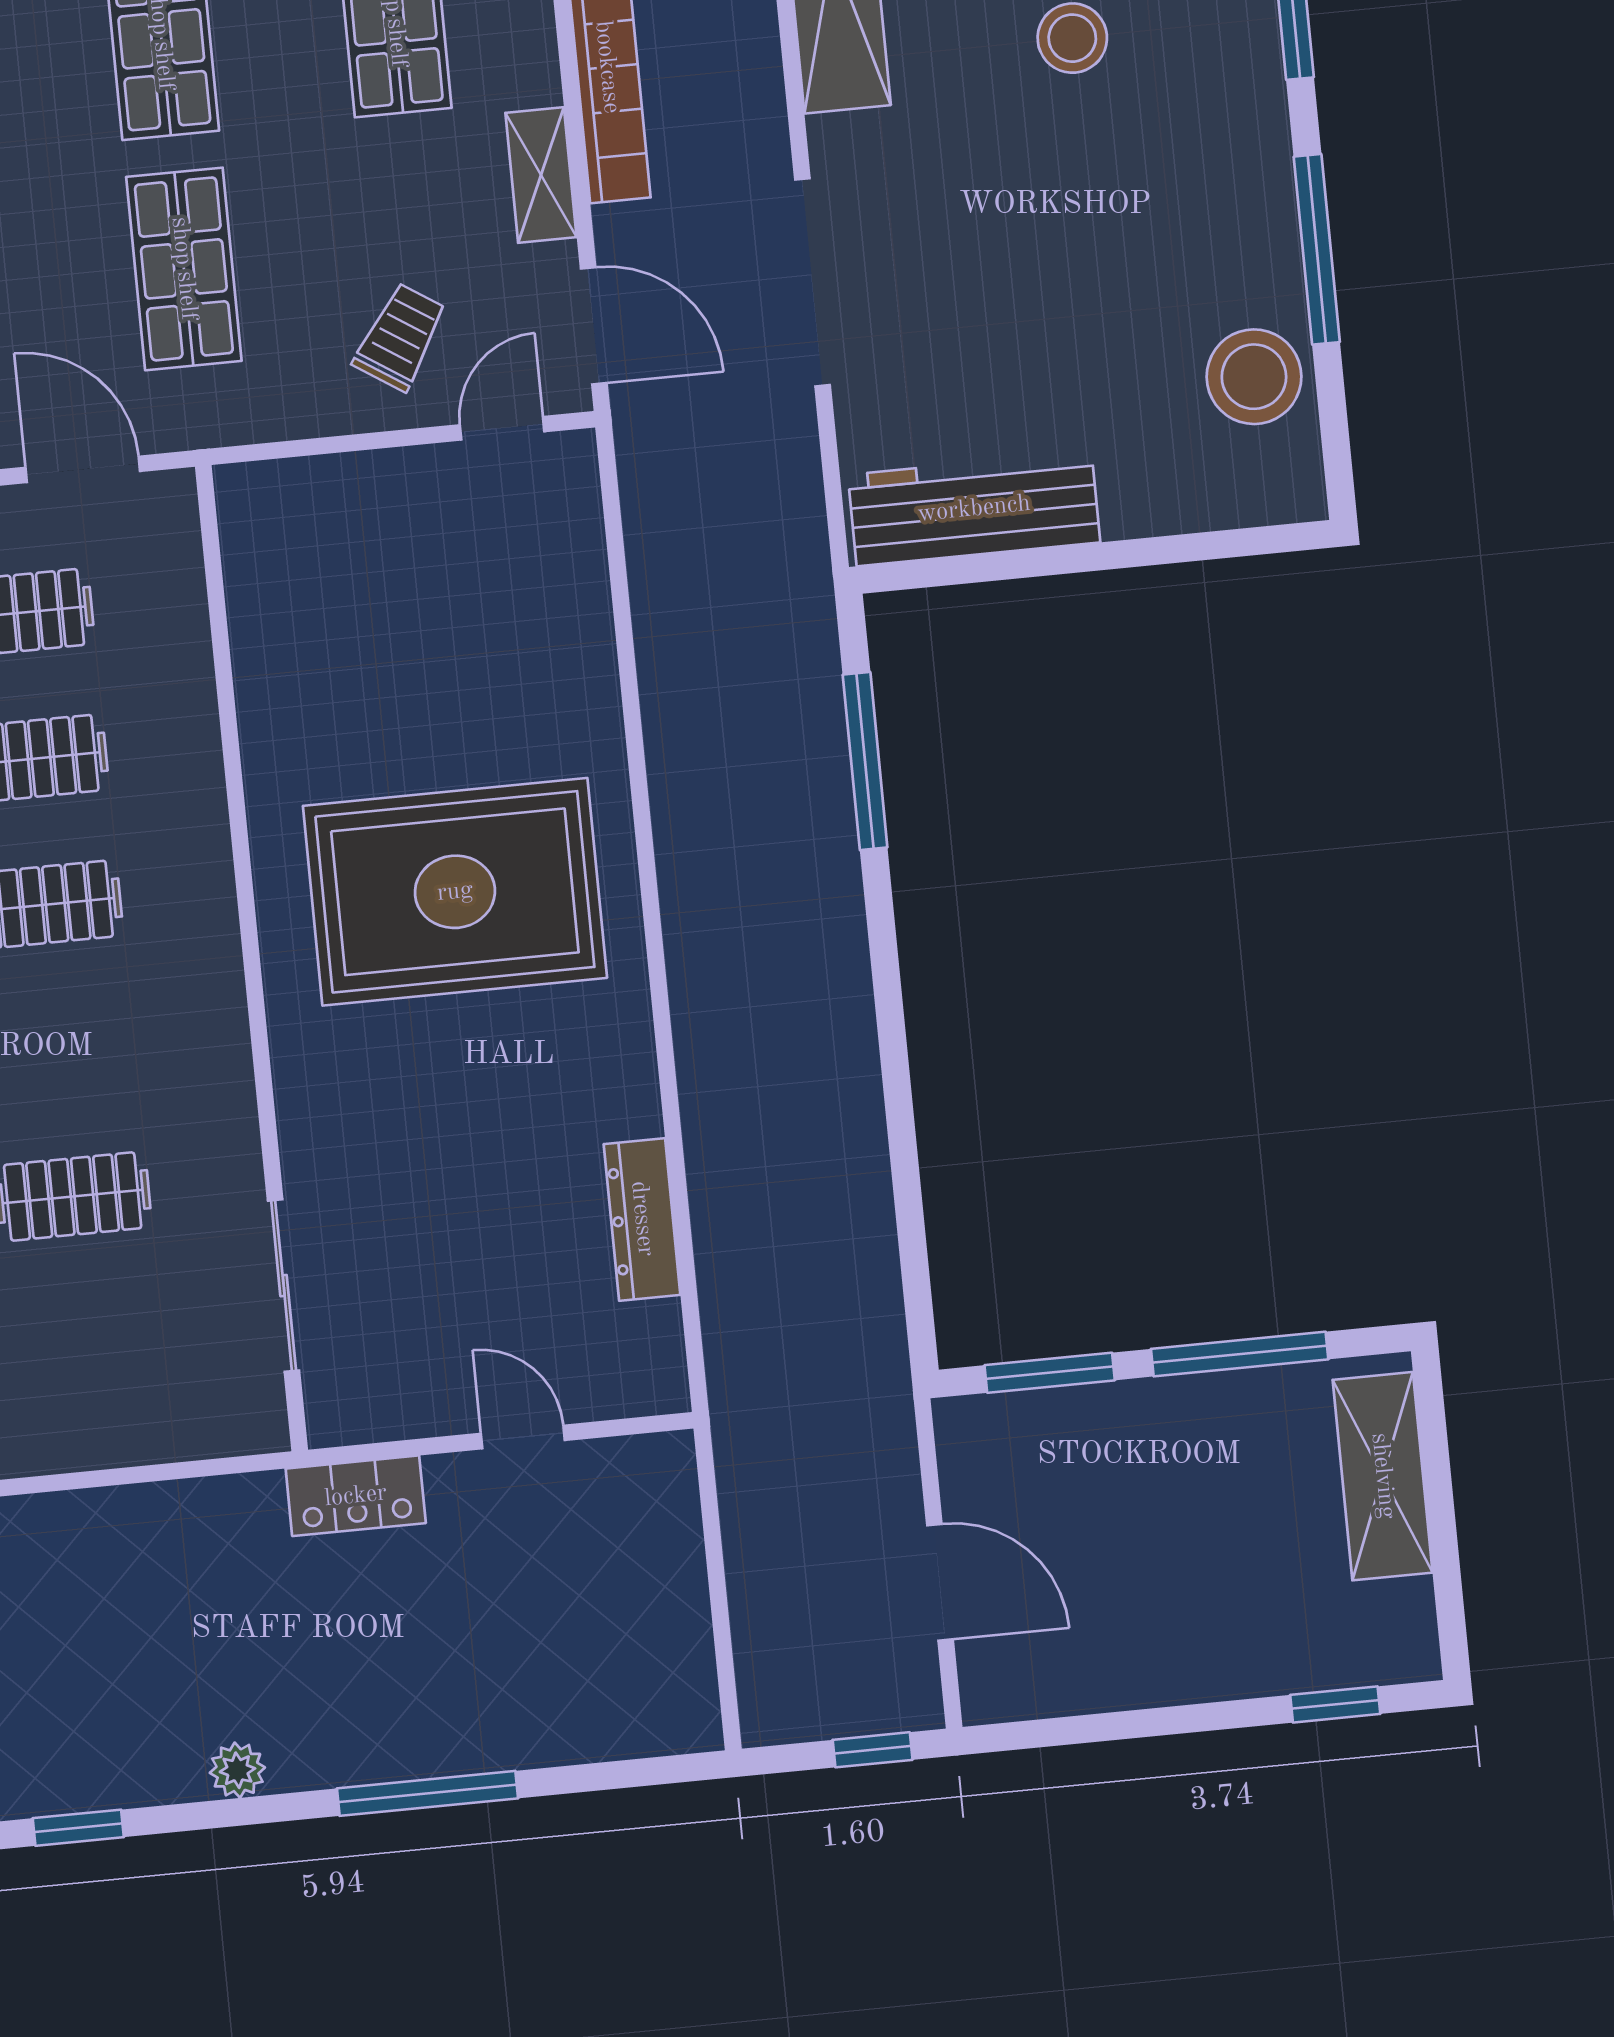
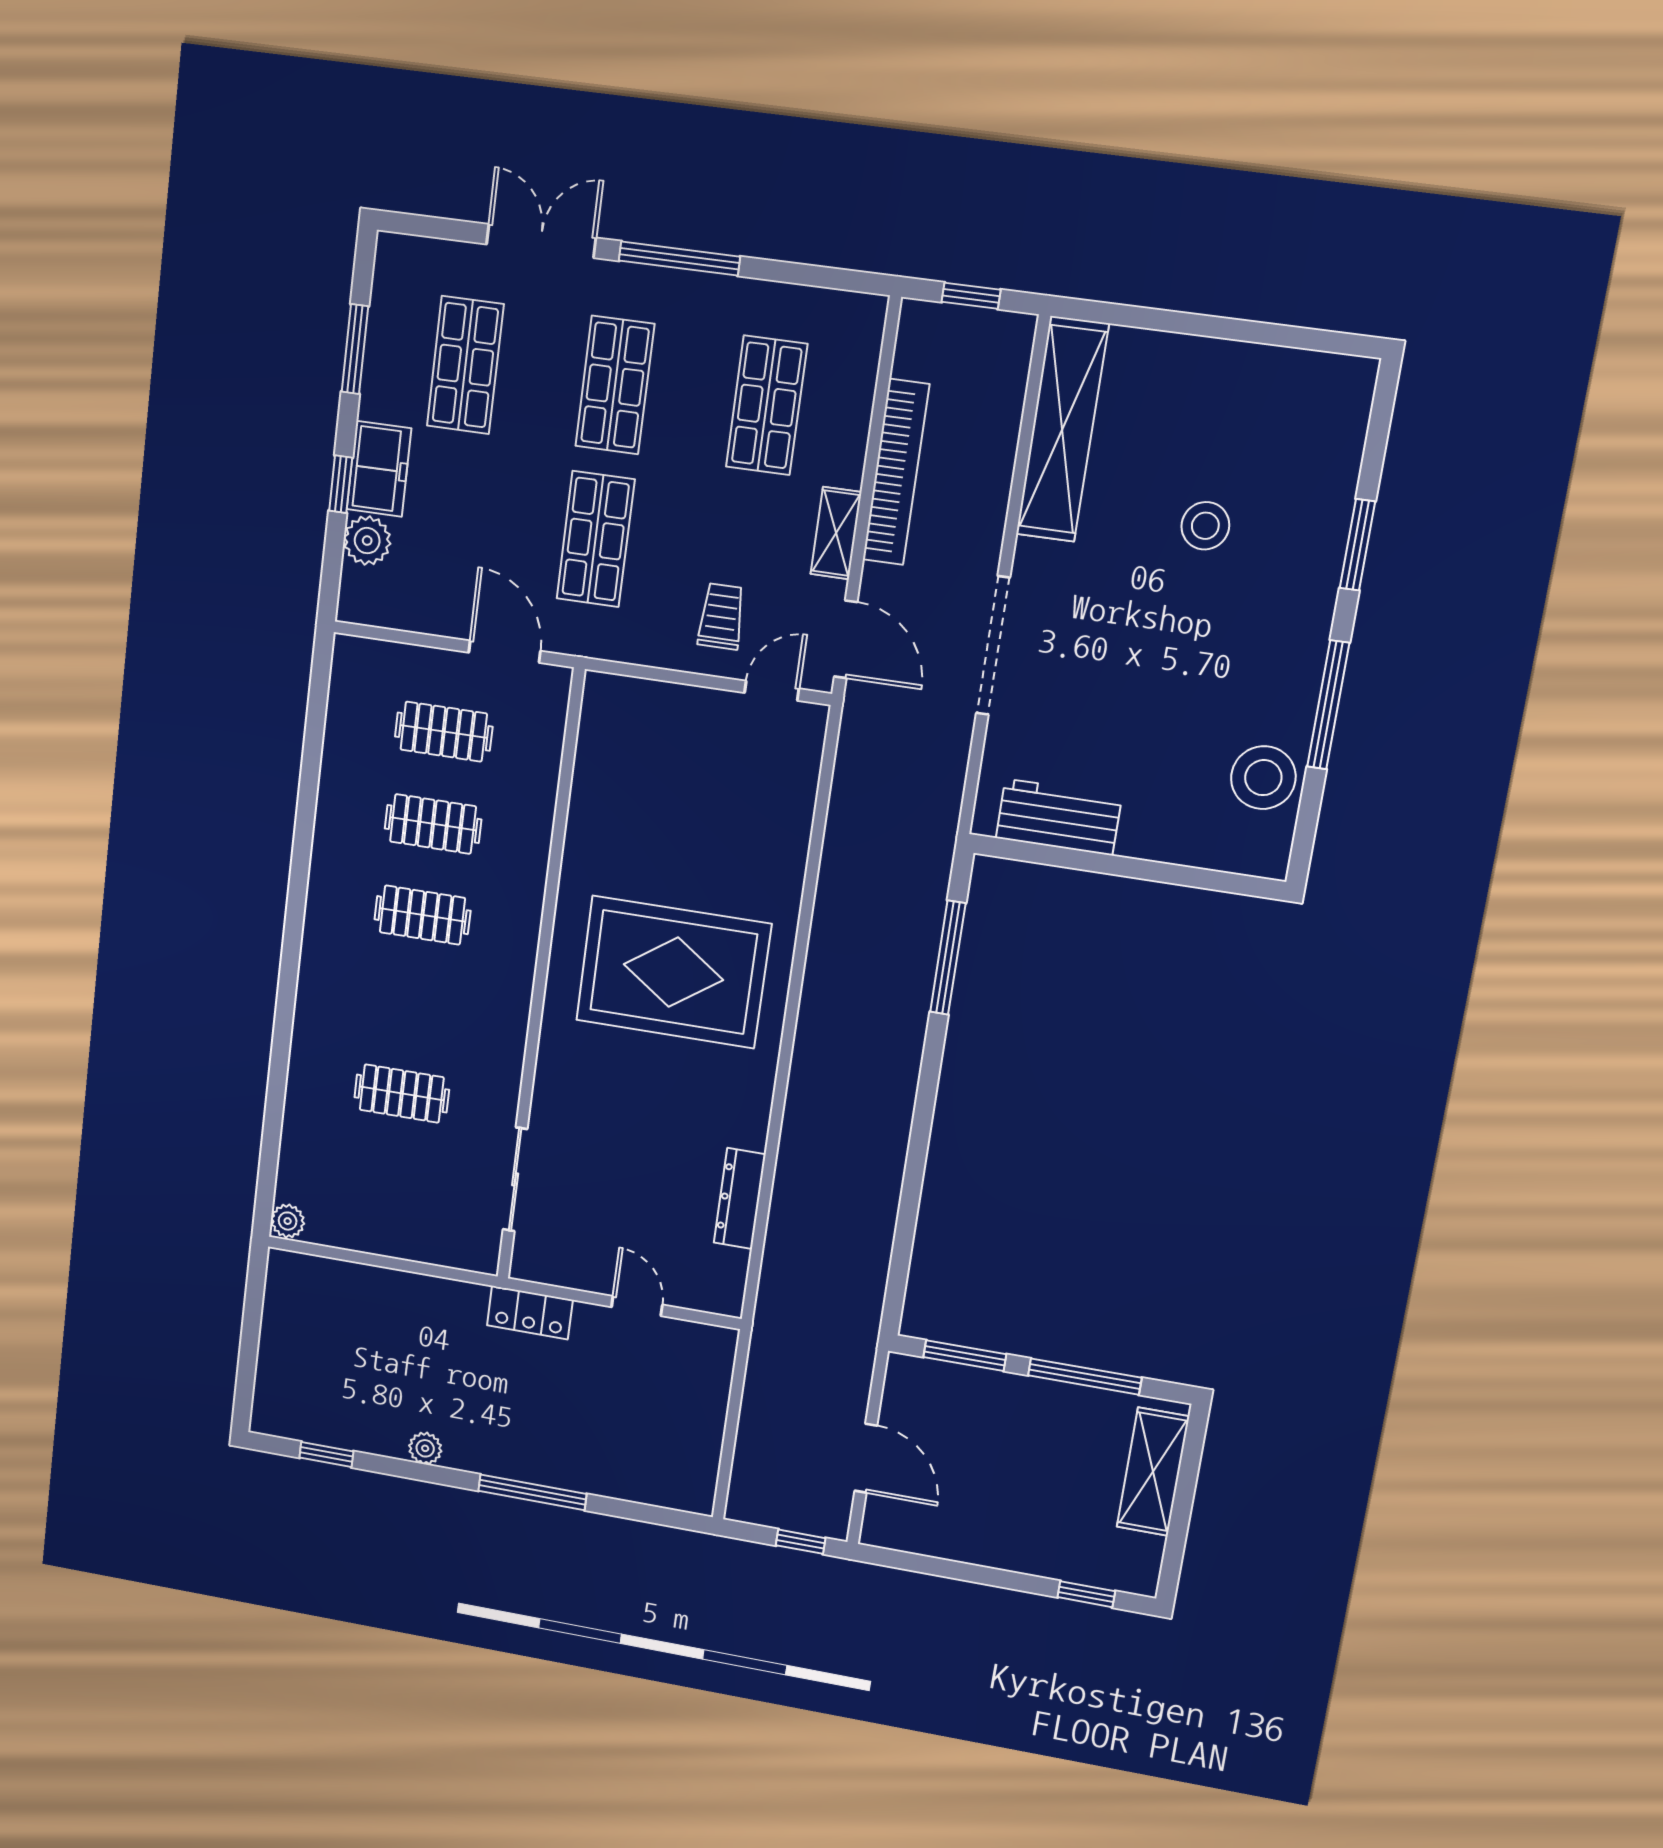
trolley: (400, 337) -> (721, 616), turned -33
workbench: (974, 509) -> (1059, 817), width x0.73

